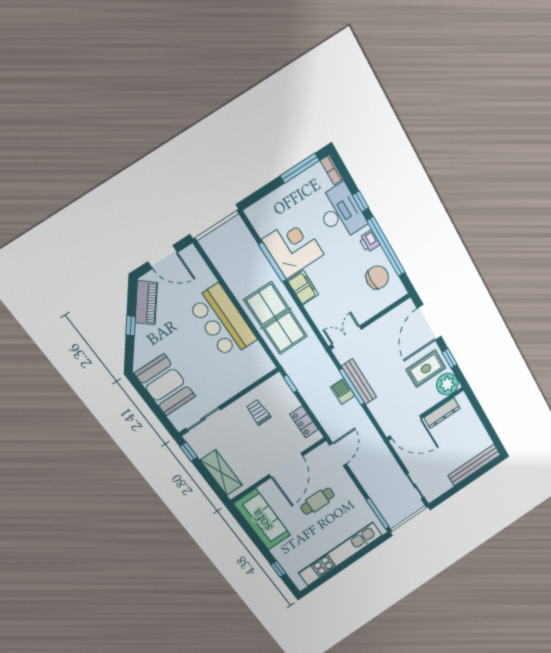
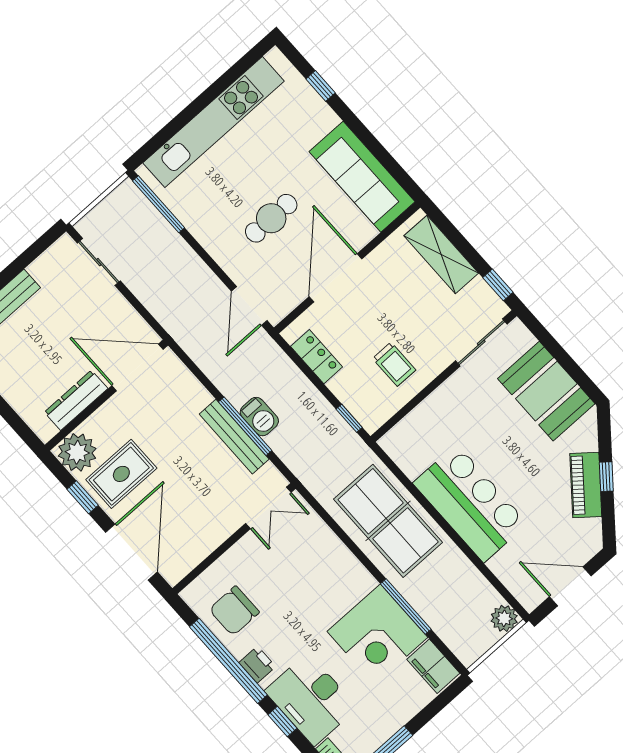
plant: (210, 243) -> (504, 618), added
filing cabinet: (303, 288) -> (433, 666), moved
piano: (146, 303) -> (586, 485), moved

